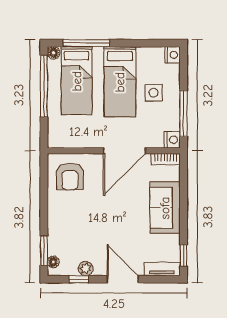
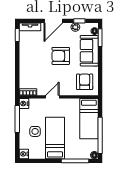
bed: (77, 81) -> (89, 119), moved, turned 180
door: (124, 151) -> (52, 97), width x0.53
sofa: (165, 208) -> (89, 51), moved, turned 180
armchair: (110, 220) -> (61, 56), added
door: (123, 279) -> (53, 21), hinge flipped

